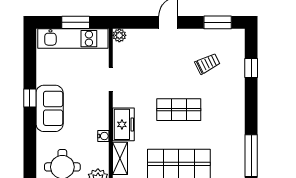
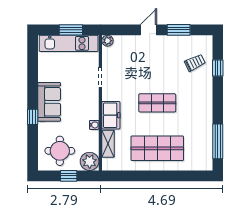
window: (218, 22) -> (179, 30), moved
trolley: (207, 64) -> (195, 63), moved
window: (30, 98) -> (33, 117), moved

